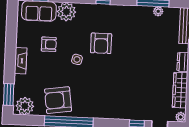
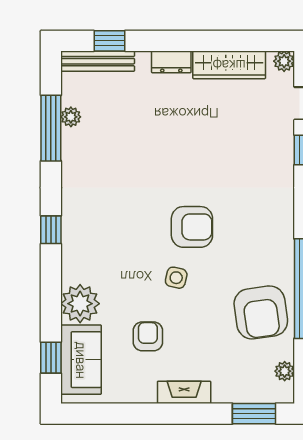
armchair: (101, 43) -> (192, 227), moved
plant: (25, 106) -> (285, 371), width x0.53, depth x0.53

